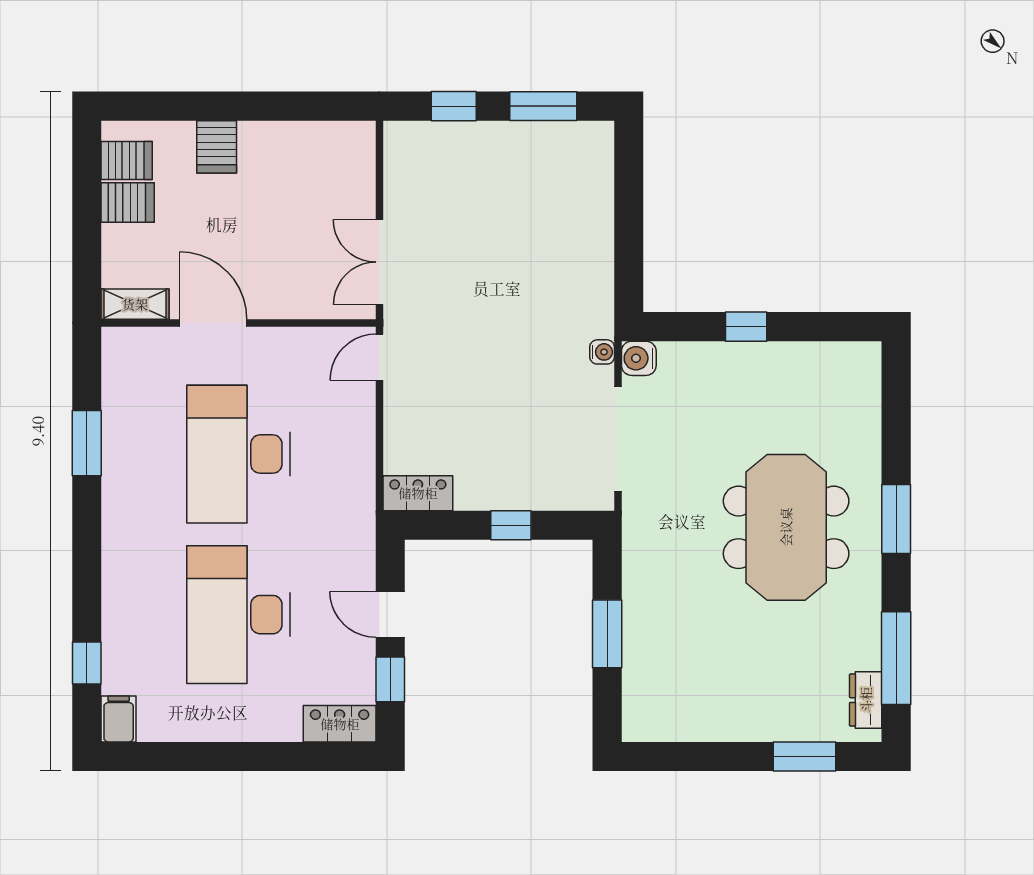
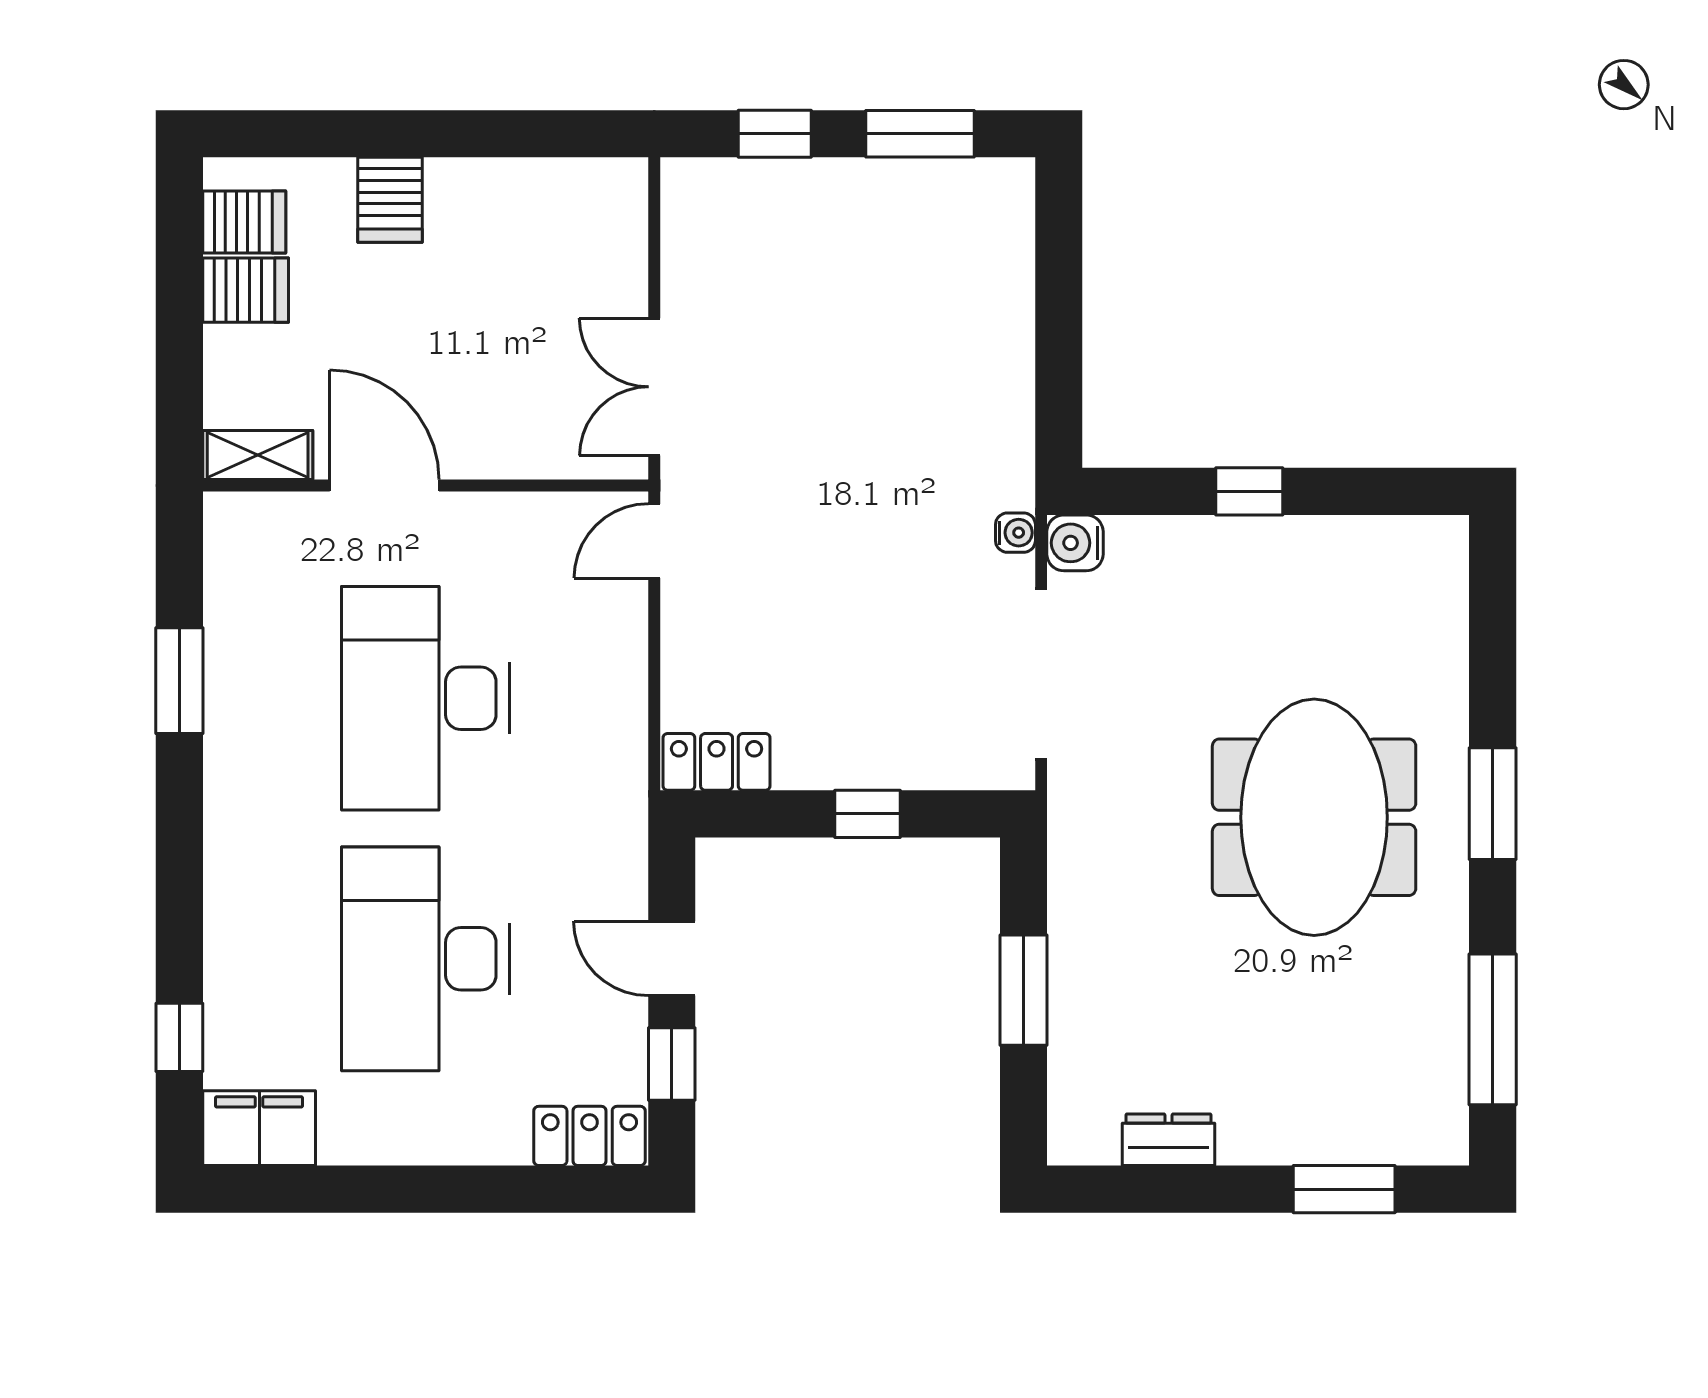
dresser: (866, 700) -> (1168, 1140), moved, turned 90
filing cabinet: (119, 719) -> (259, 1128), width x2.00

